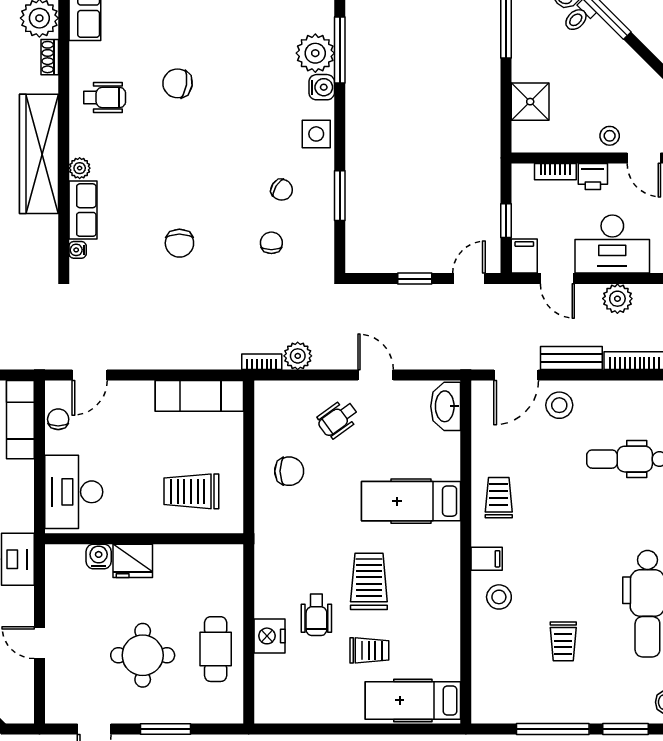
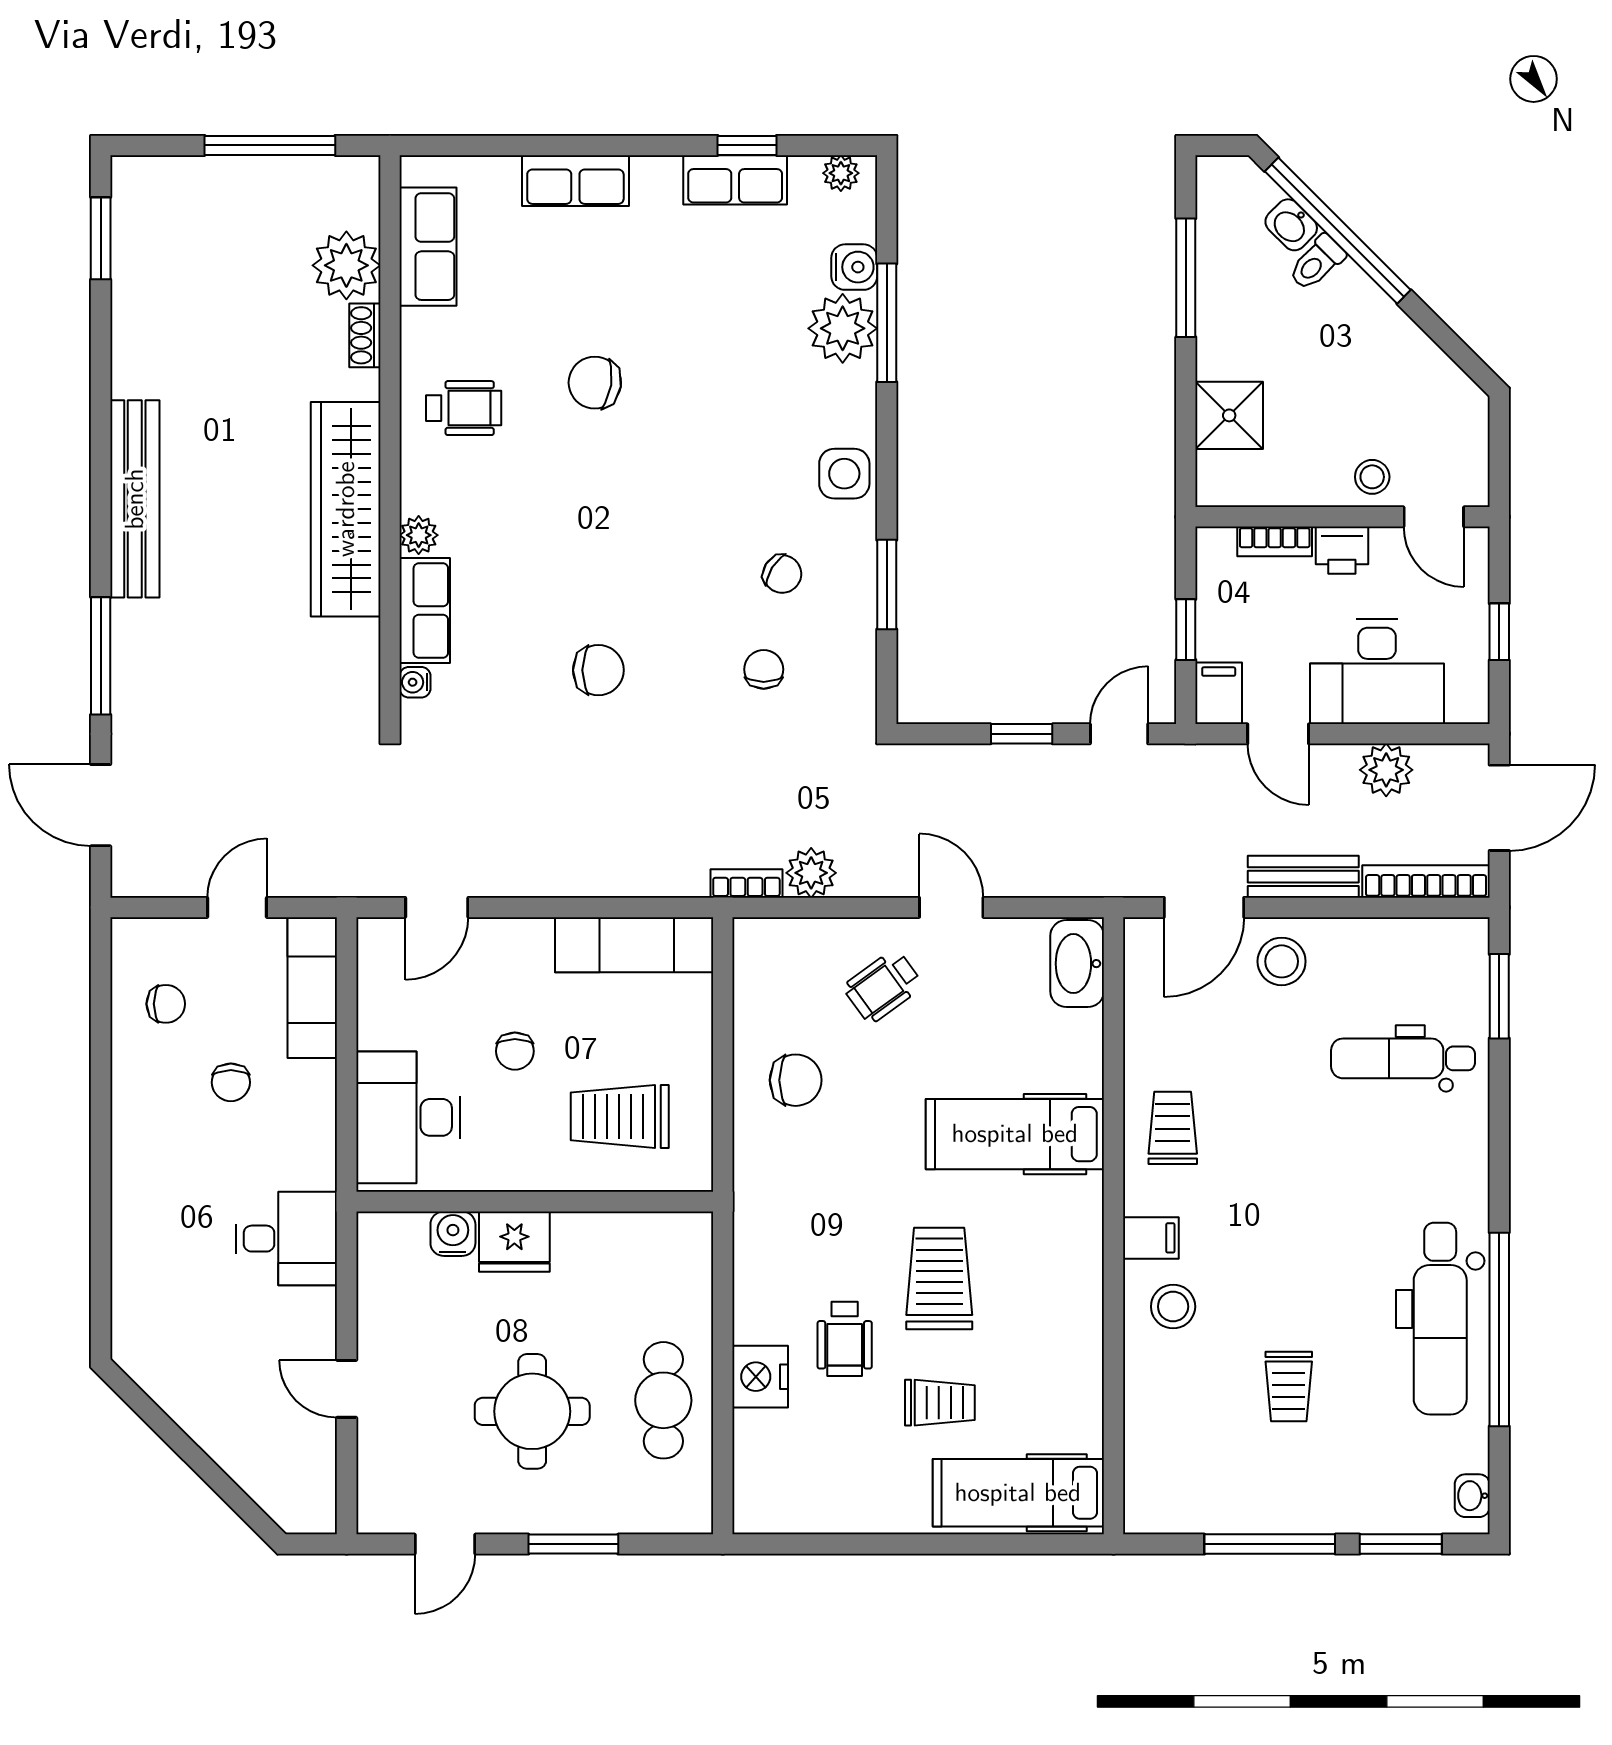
water cooler: (322, 87) -> (854, 267), moved
chair: (179, 243) -> (598, 670), turned -90
chair: (58, 419) -> (515, 1051), moved, turned 180

